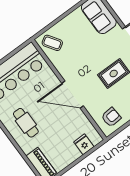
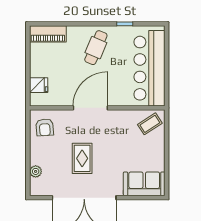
cafe table: (26, 123) -> (96, 48), turned -67

